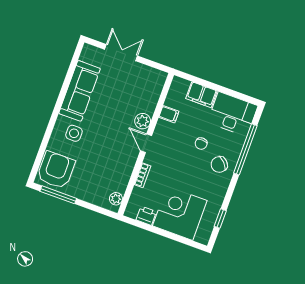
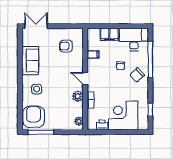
double door: (121, 53) -> (36, 26), moved
armchair: (136, 89) -> (66, 46), added
sofa: (80, 91) -> (30, 60), width x0.73
plant: (143, 121) -> (78, 96), moved

